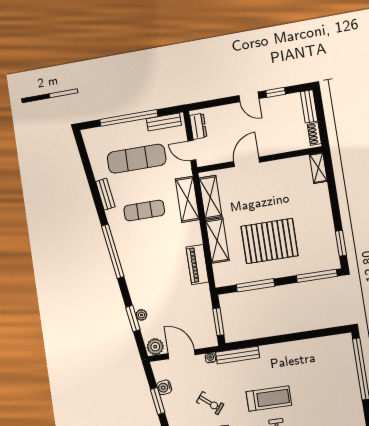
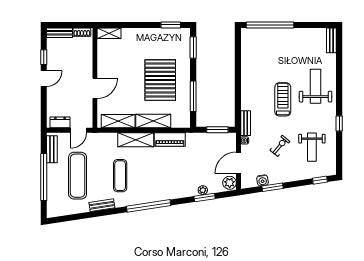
door: (247, 162) -> (95, 88), swing flipped
shelving: (187, 199) -> (136, 140), moved
window: (317, 276) -> (193, 48), width x0.69
bench: (238, 355) -> (246, 123), width x0.73

